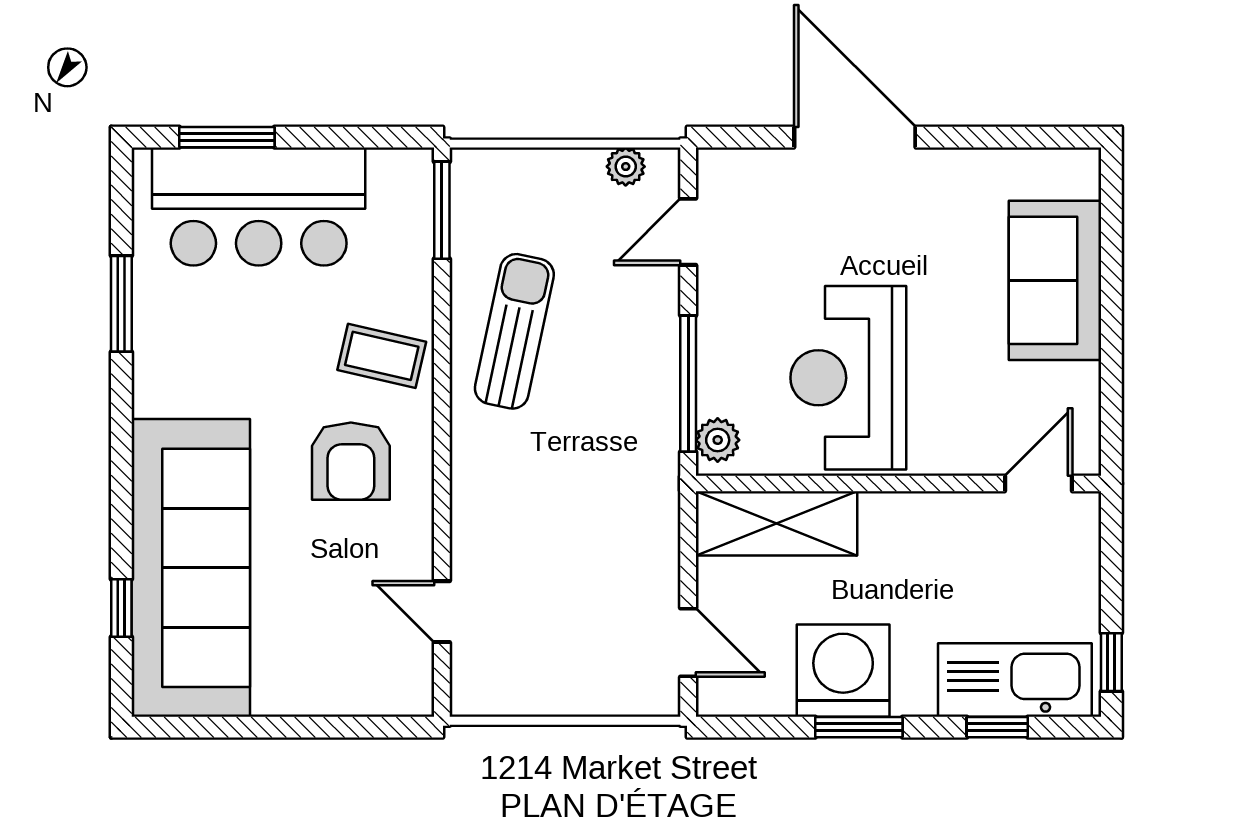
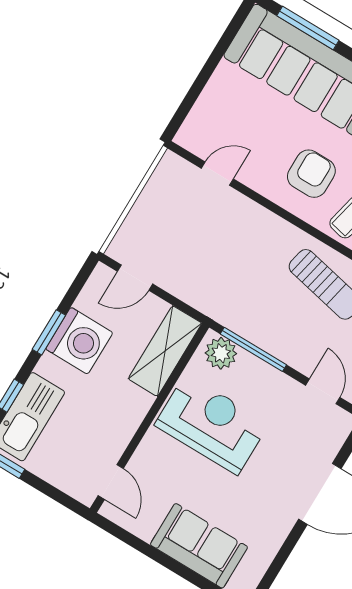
plant: (718, 440) -> (221, 353), width x1.38, depth x1.38
armchair: (351, 461) -> (311, 174), turned 90
window: (121, 608) -> (308, 28), width x2.17

